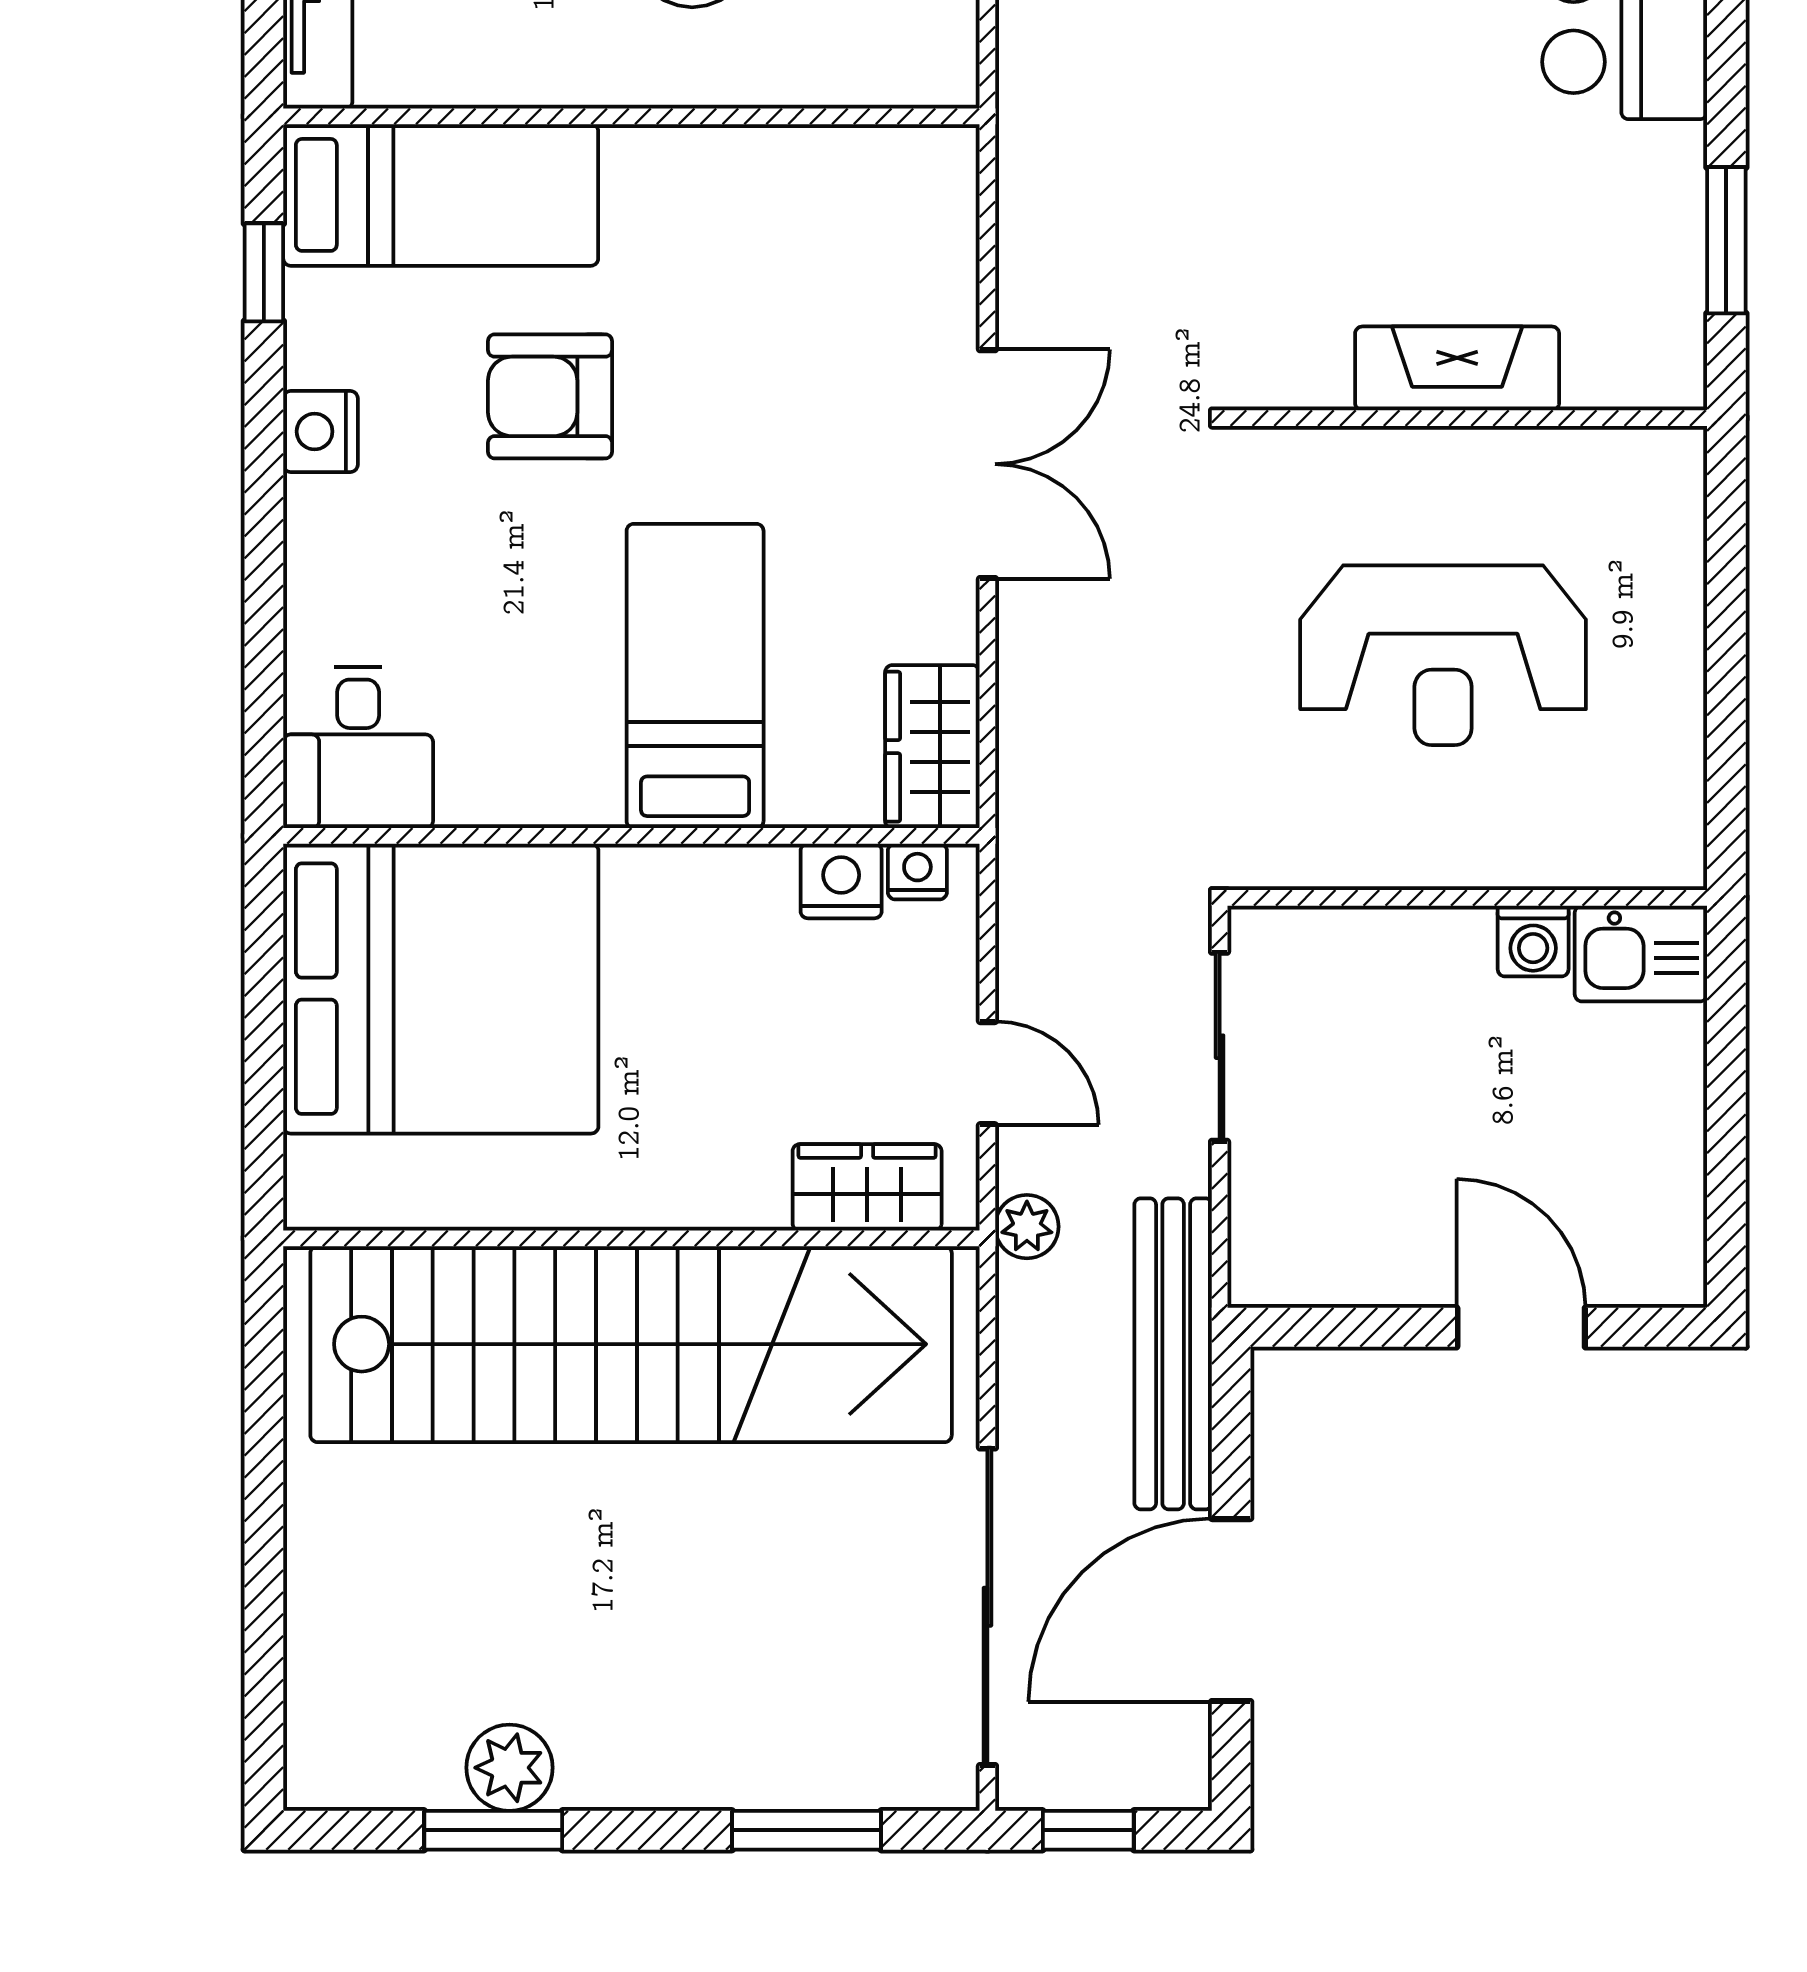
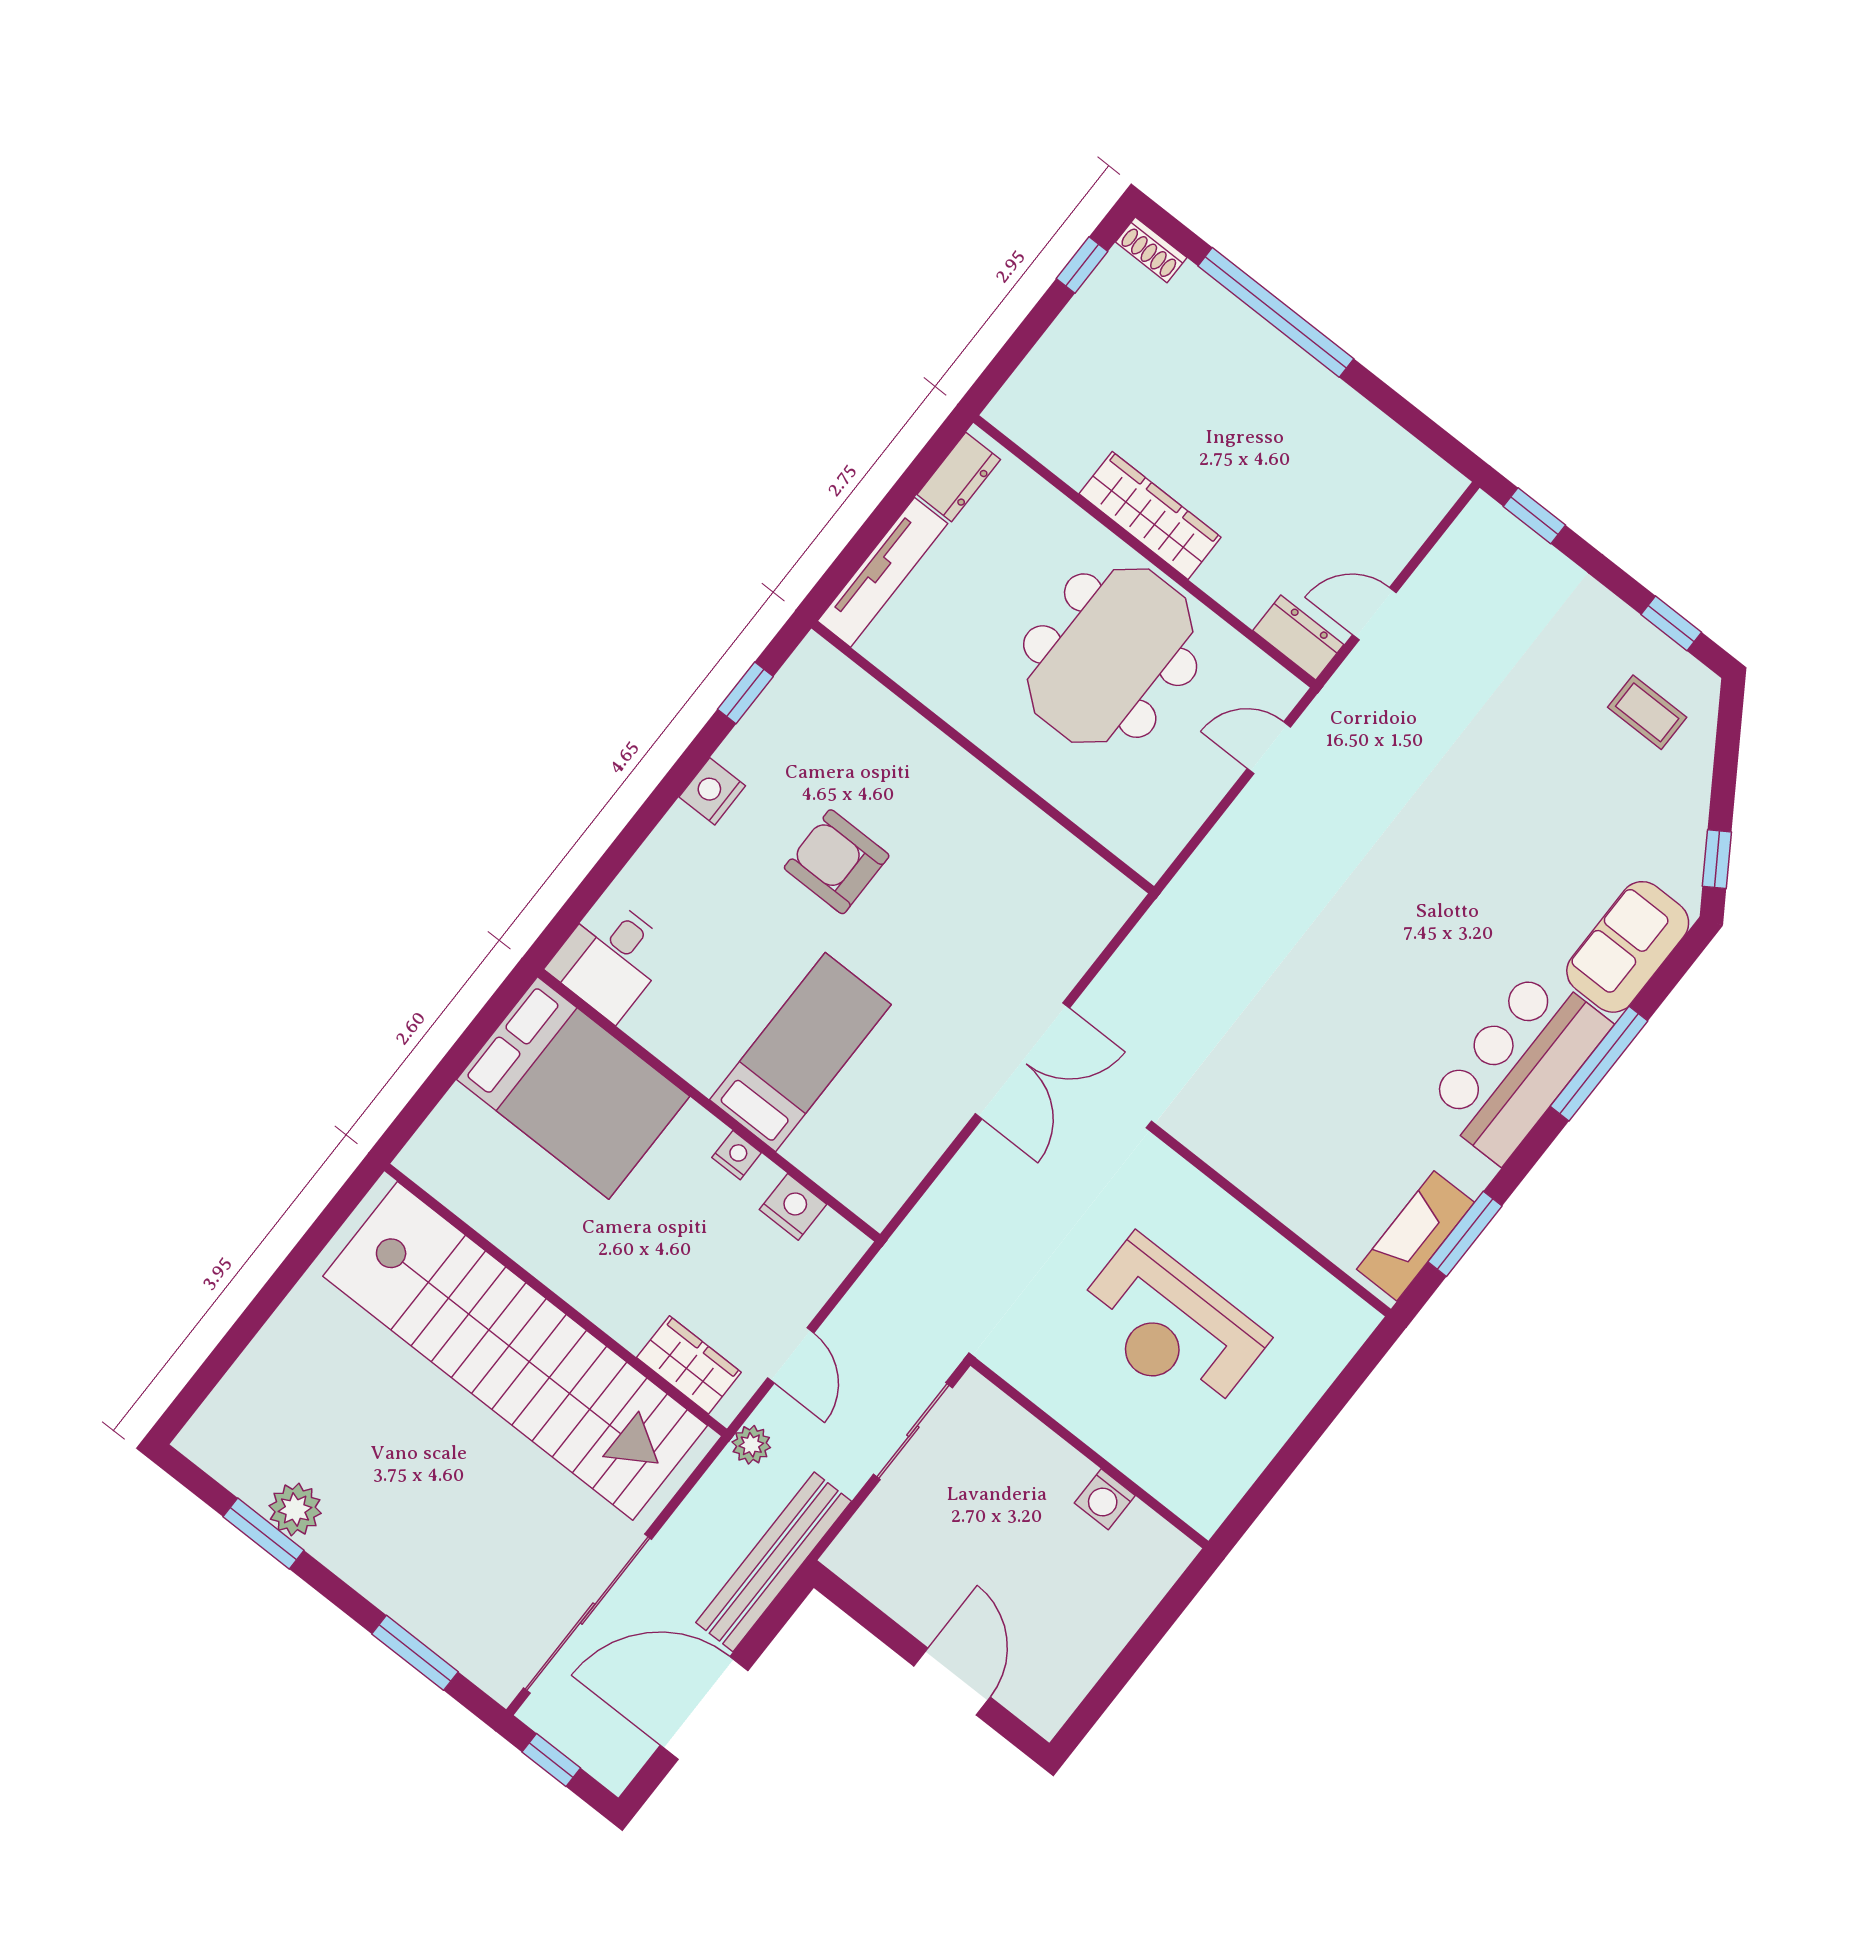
bed: (441, 195) -> (860, 723), removed
fireplace: (1457, 368) -> (1415, 1236), moved, turned -90
wardrobe: (932, 747) -> (888, 1177), removed
nightstand: (917, 872) -> (737, 1155), moved
kitchen sink: (1641, 954) -> (1152, 1546), removed
bed: (441, 989) -> (573, 1088), width x0.73

